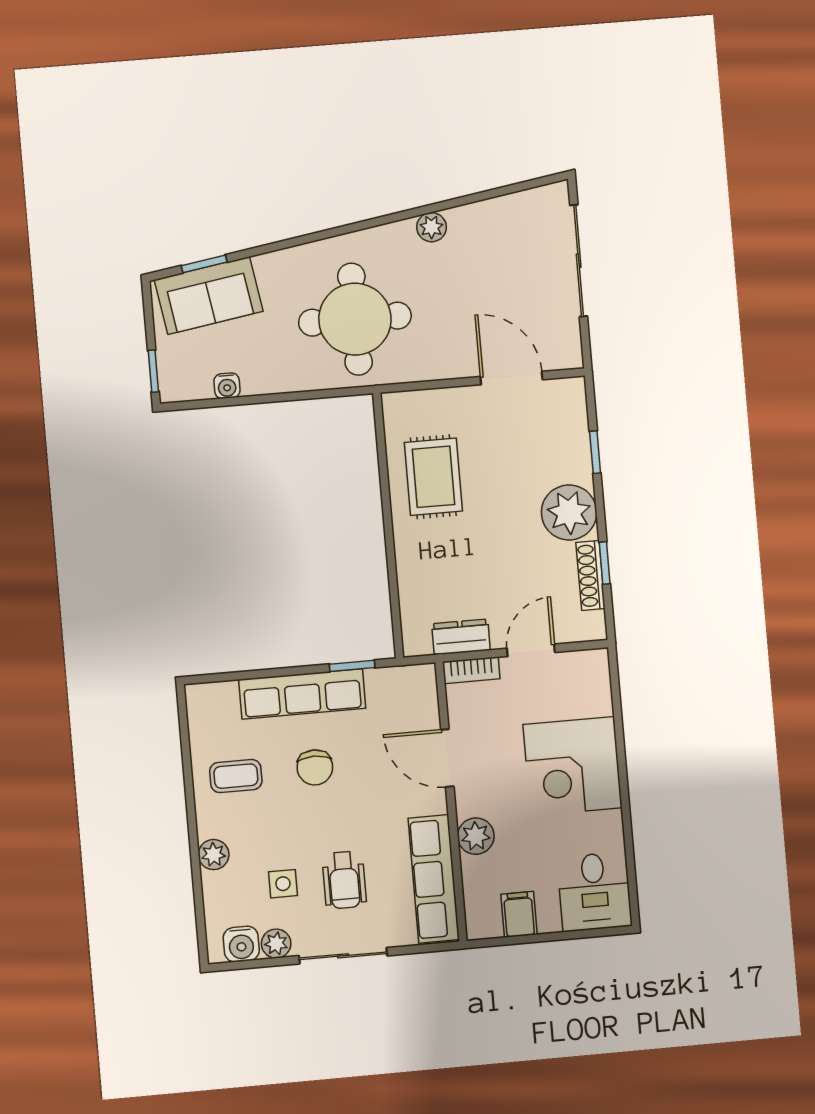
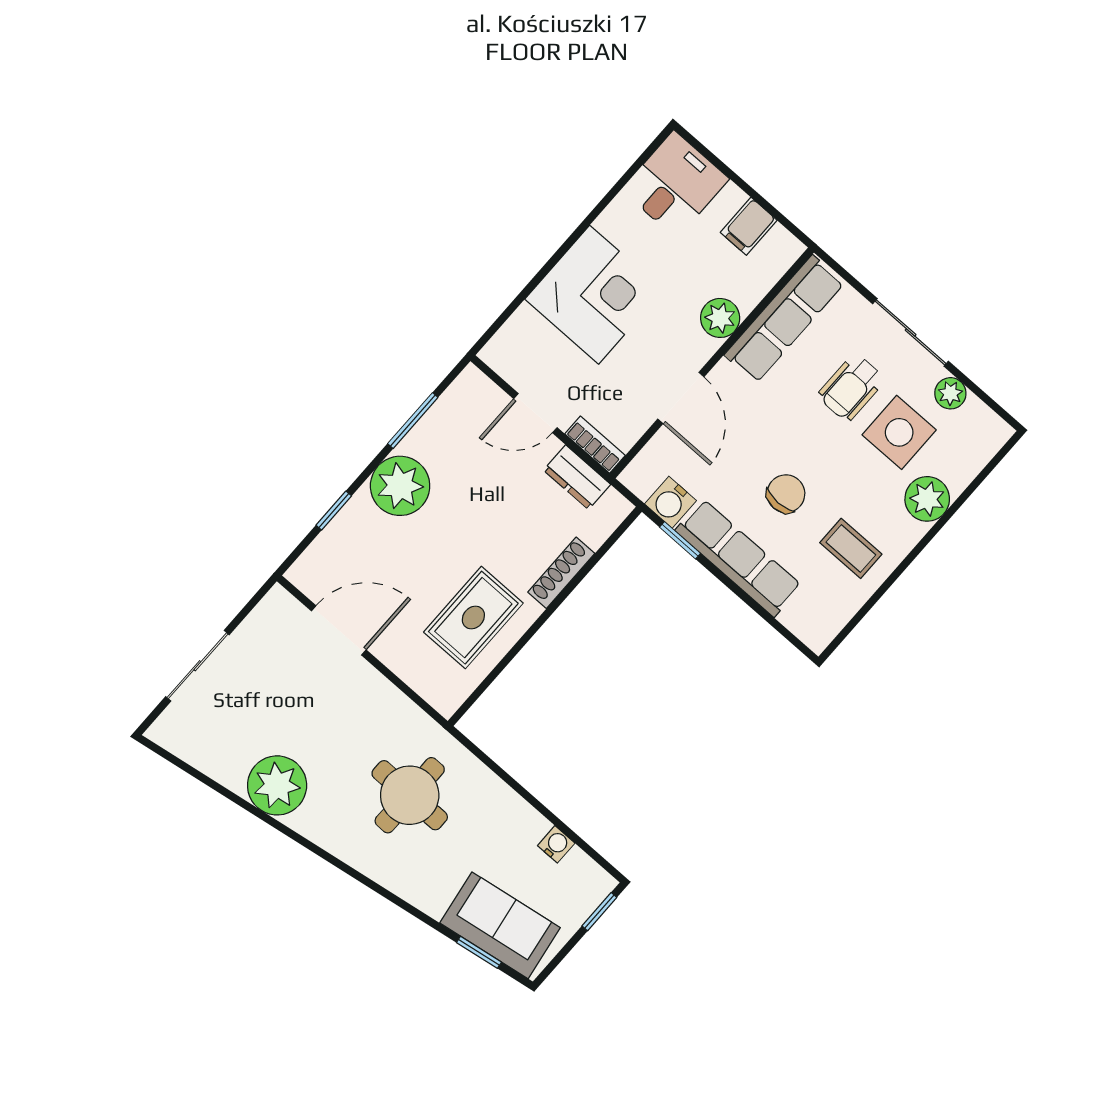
plant: (432, 227) -> (277, 785), width x1.87, depth x1.87
sliding door: (579, 261) -> (197, 666), width x0.73
round table: (355, 319) -> (410, 795), width x0.73, depth x0.73
door: (511, 378) -> (339, 630), swing flipped
window: (605, 563) -> (413, 421), width x1.50
shoe rack: (590, 576) -> (561, 573), moved, turned 180
plant: (214, 855) -> (927, 499), width x1.38, depth x1.38
wheelchair: (344, 880) -> (851, 388), turned 180
side table: (283, 884) -> (899, 432), width x1.87, depth x1.87
water cooler: (241, 944) -> (671, 502), moved, turned 180

